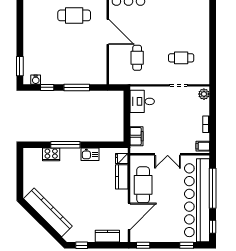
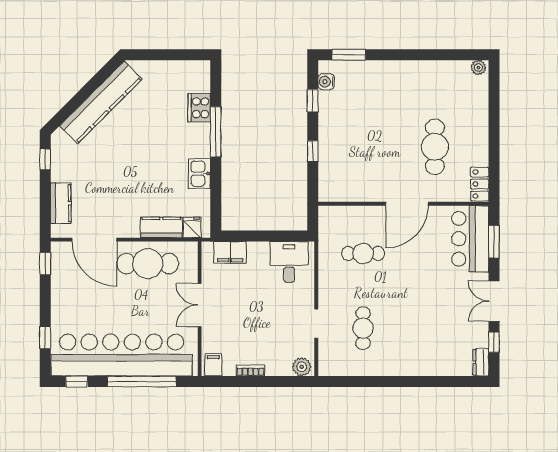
window: (77, 87) -> (313, 151), width x0.46

